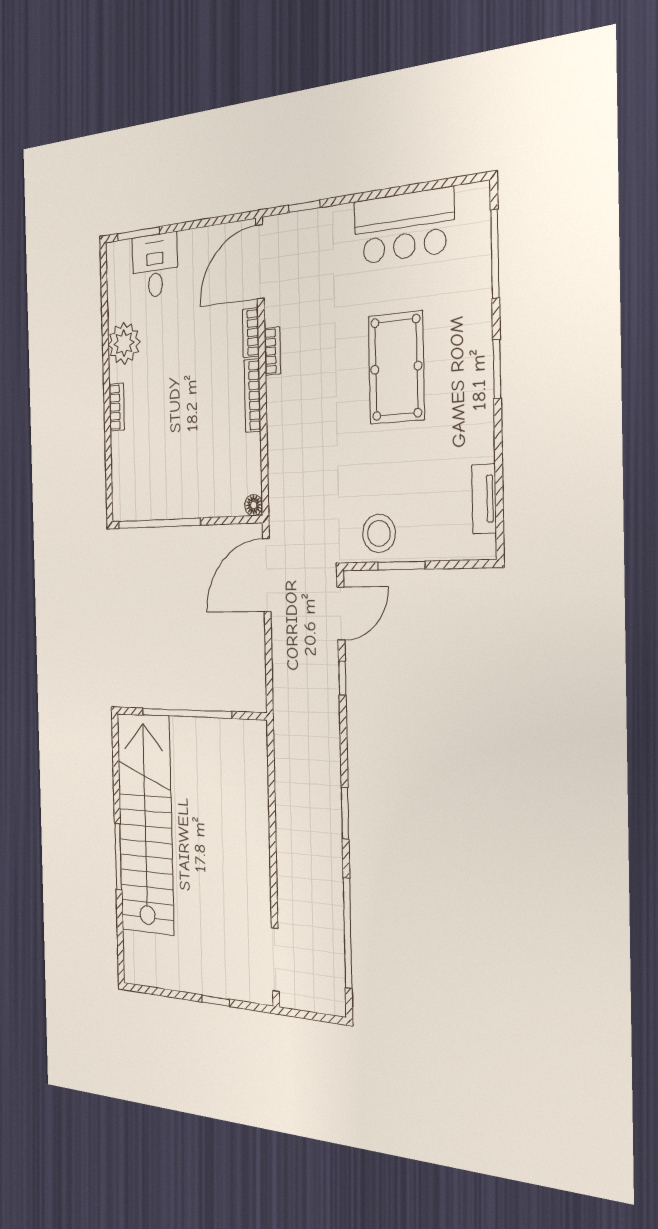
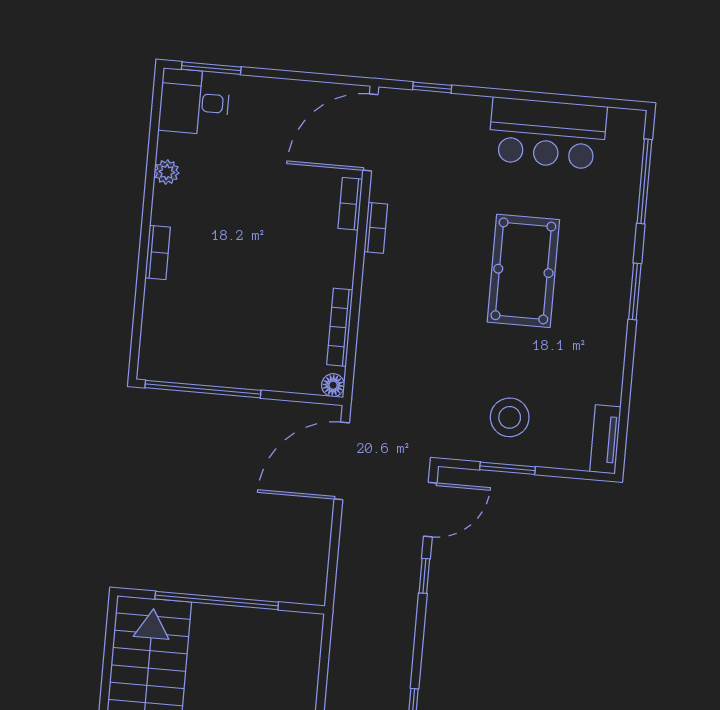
desk: (155, 266) -> (194, 102), moved, turned -90
plant: (124, 343) -> (167, 172), width x0.53, depth x0.53
bookcase: (252, 396) -> (340, 327), moved
tv unit: (484, 499) -> (605, 439), moved
stool: (379, 533) -> (510, 417), moved

